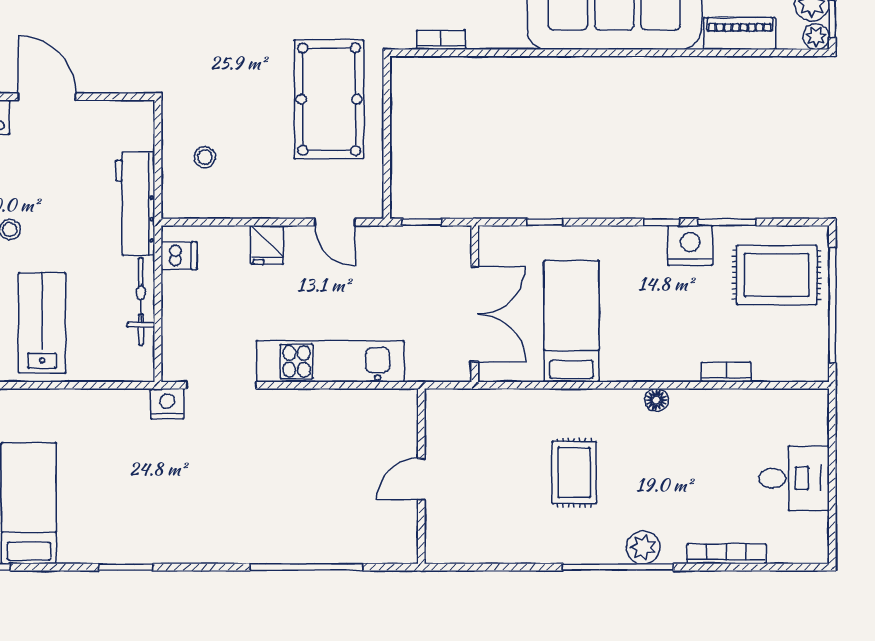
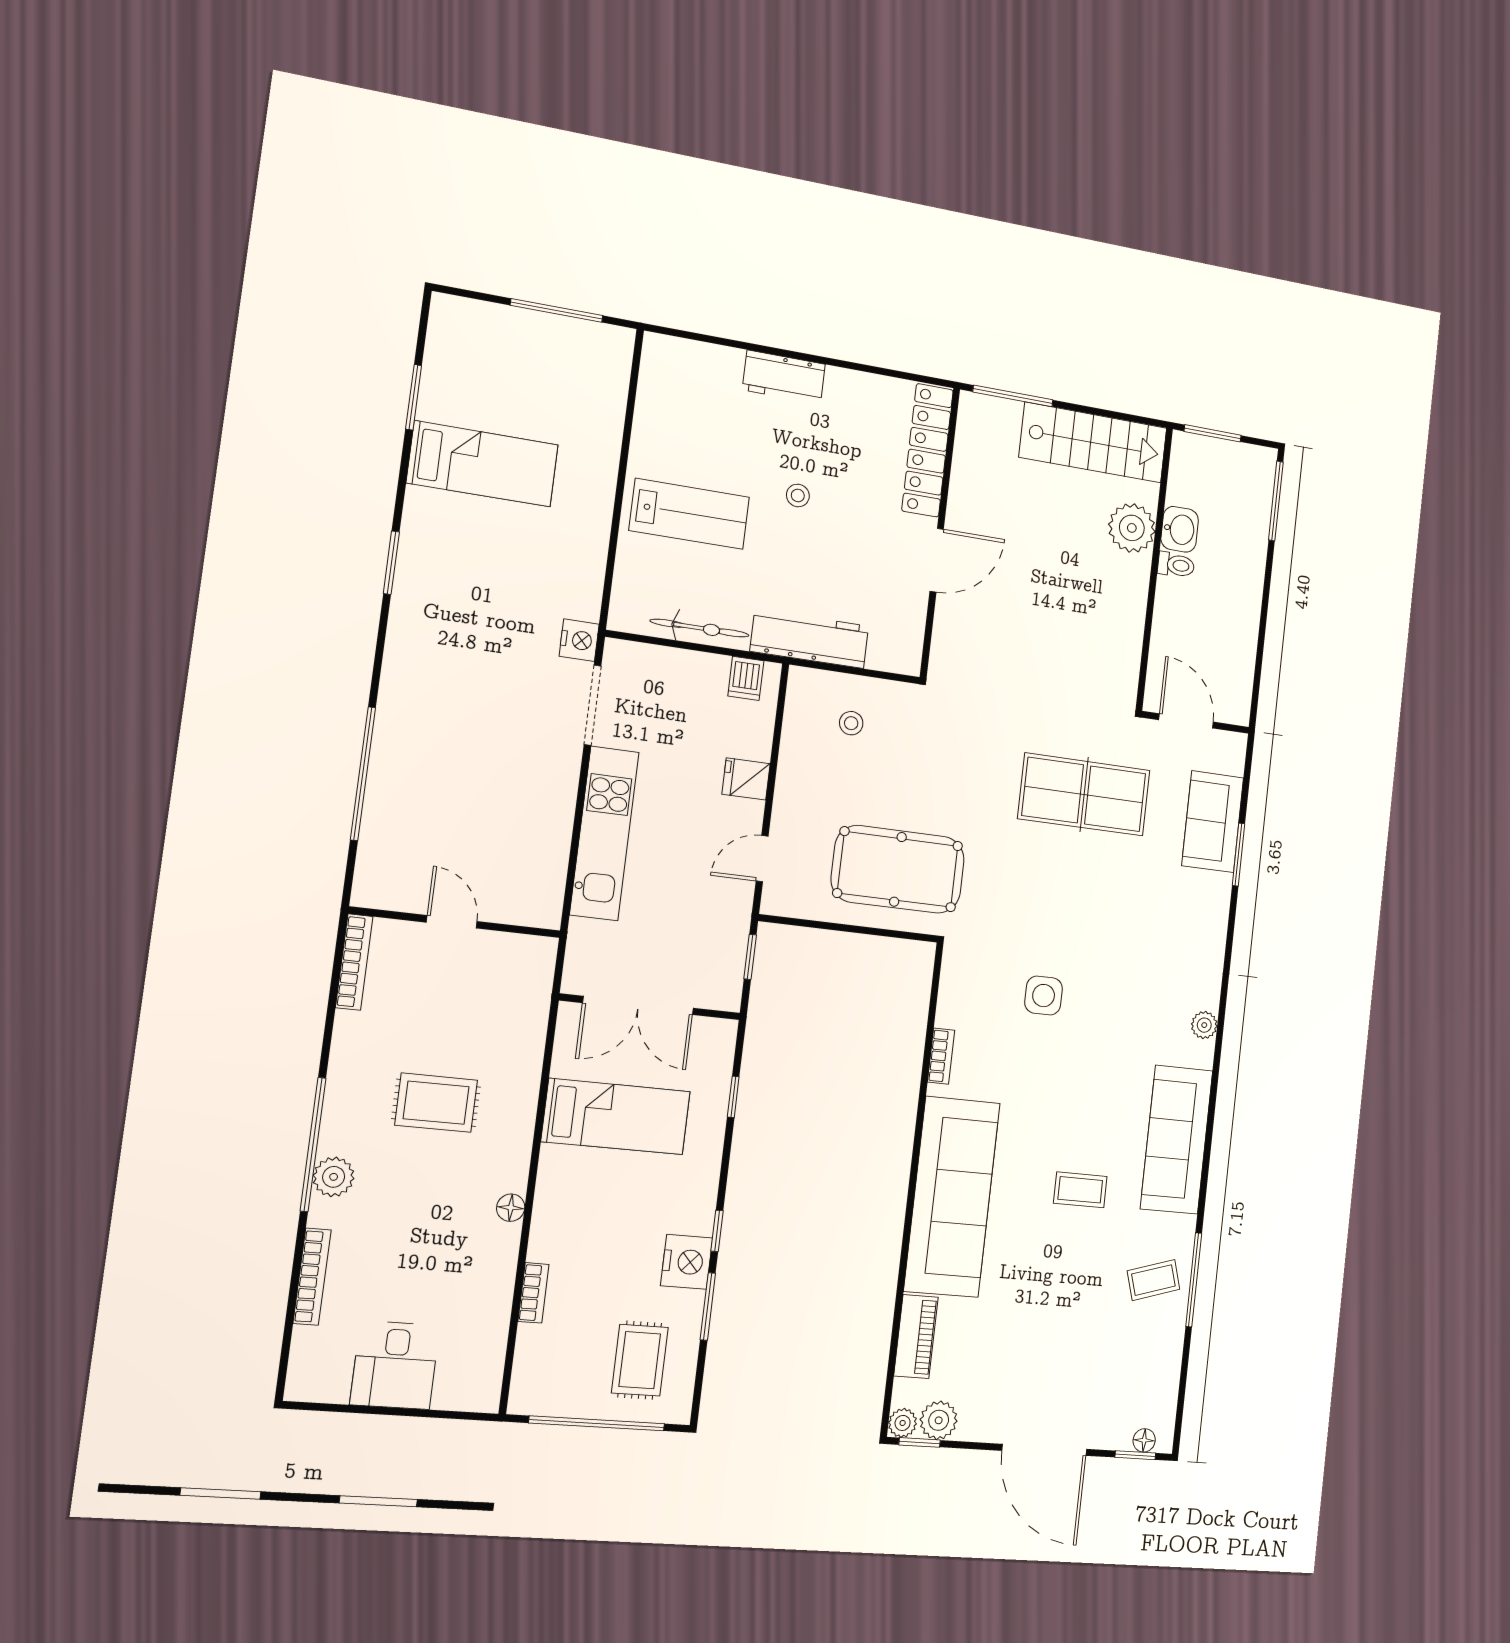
bookcase: (441, 40) -> (941, 1056), moved
rug: (777, 275) -> (640, 1360), width x0.73, depth x0.70
bookcase: (464, 554) -> (354, 962), added

